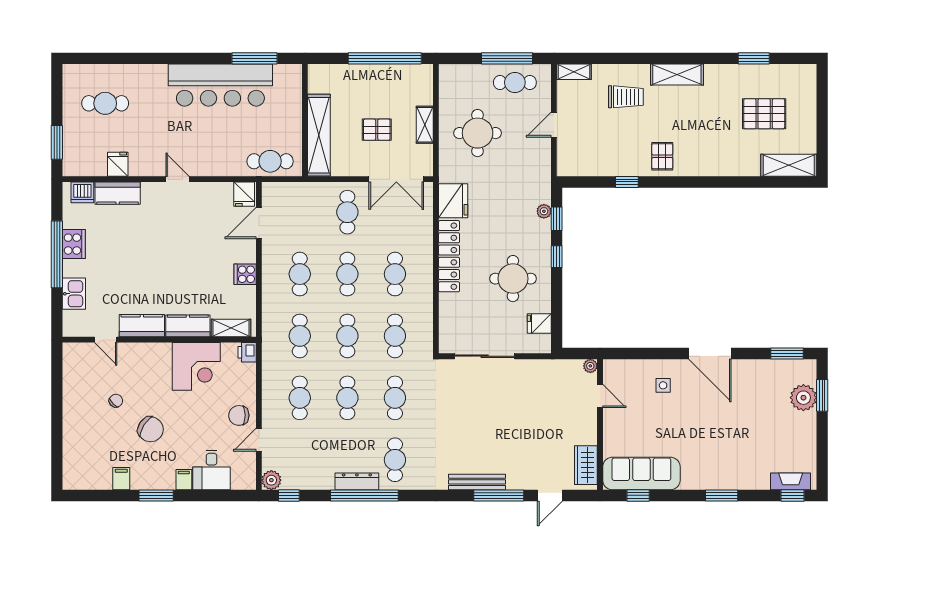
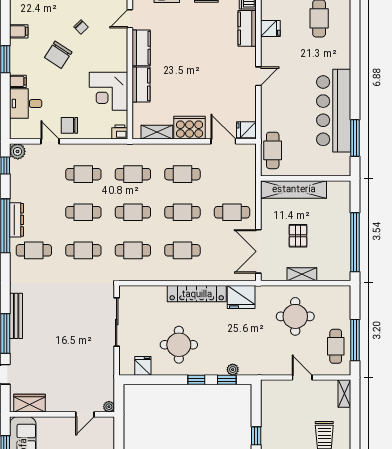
cooker: (245, 274) -> (190, 128), width x1.87, depth x1.31
shelving: (231, 328) -> (157, 132), moved, turned 90
chair: (239, 415) -> (69, 125), turned -90

